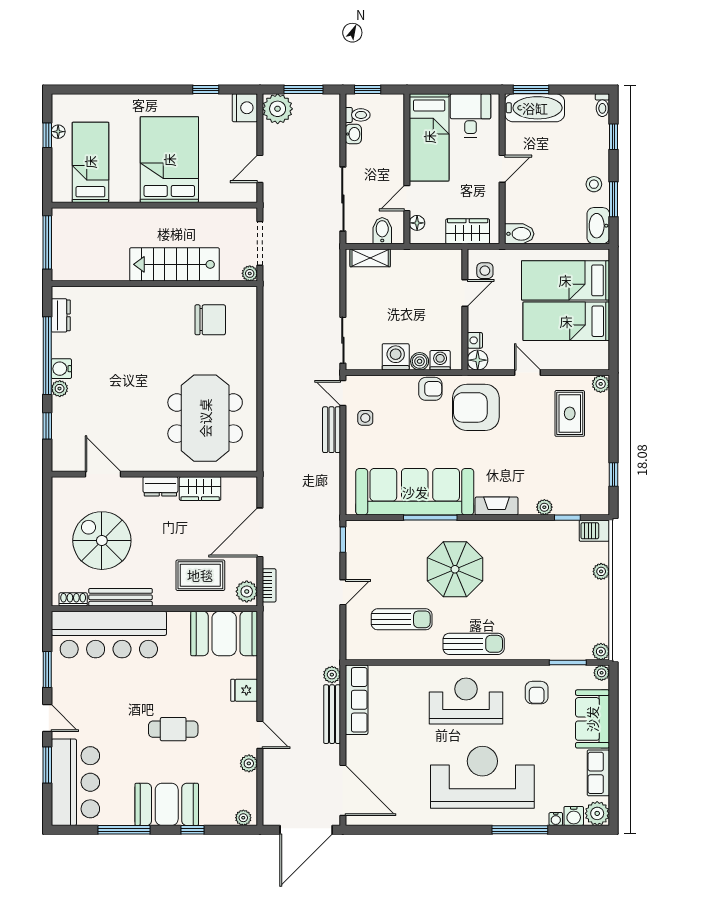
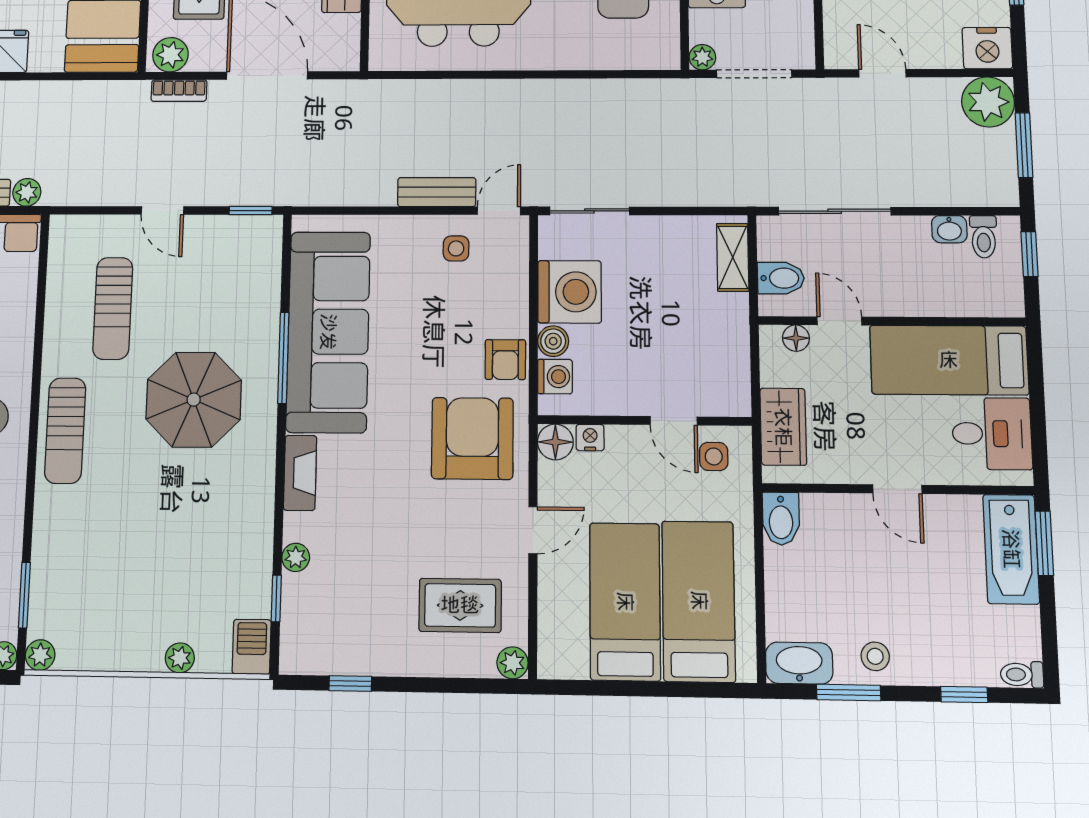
washing machine: (396, 357) -> (570, 292), width x1.37, depth x1.37

